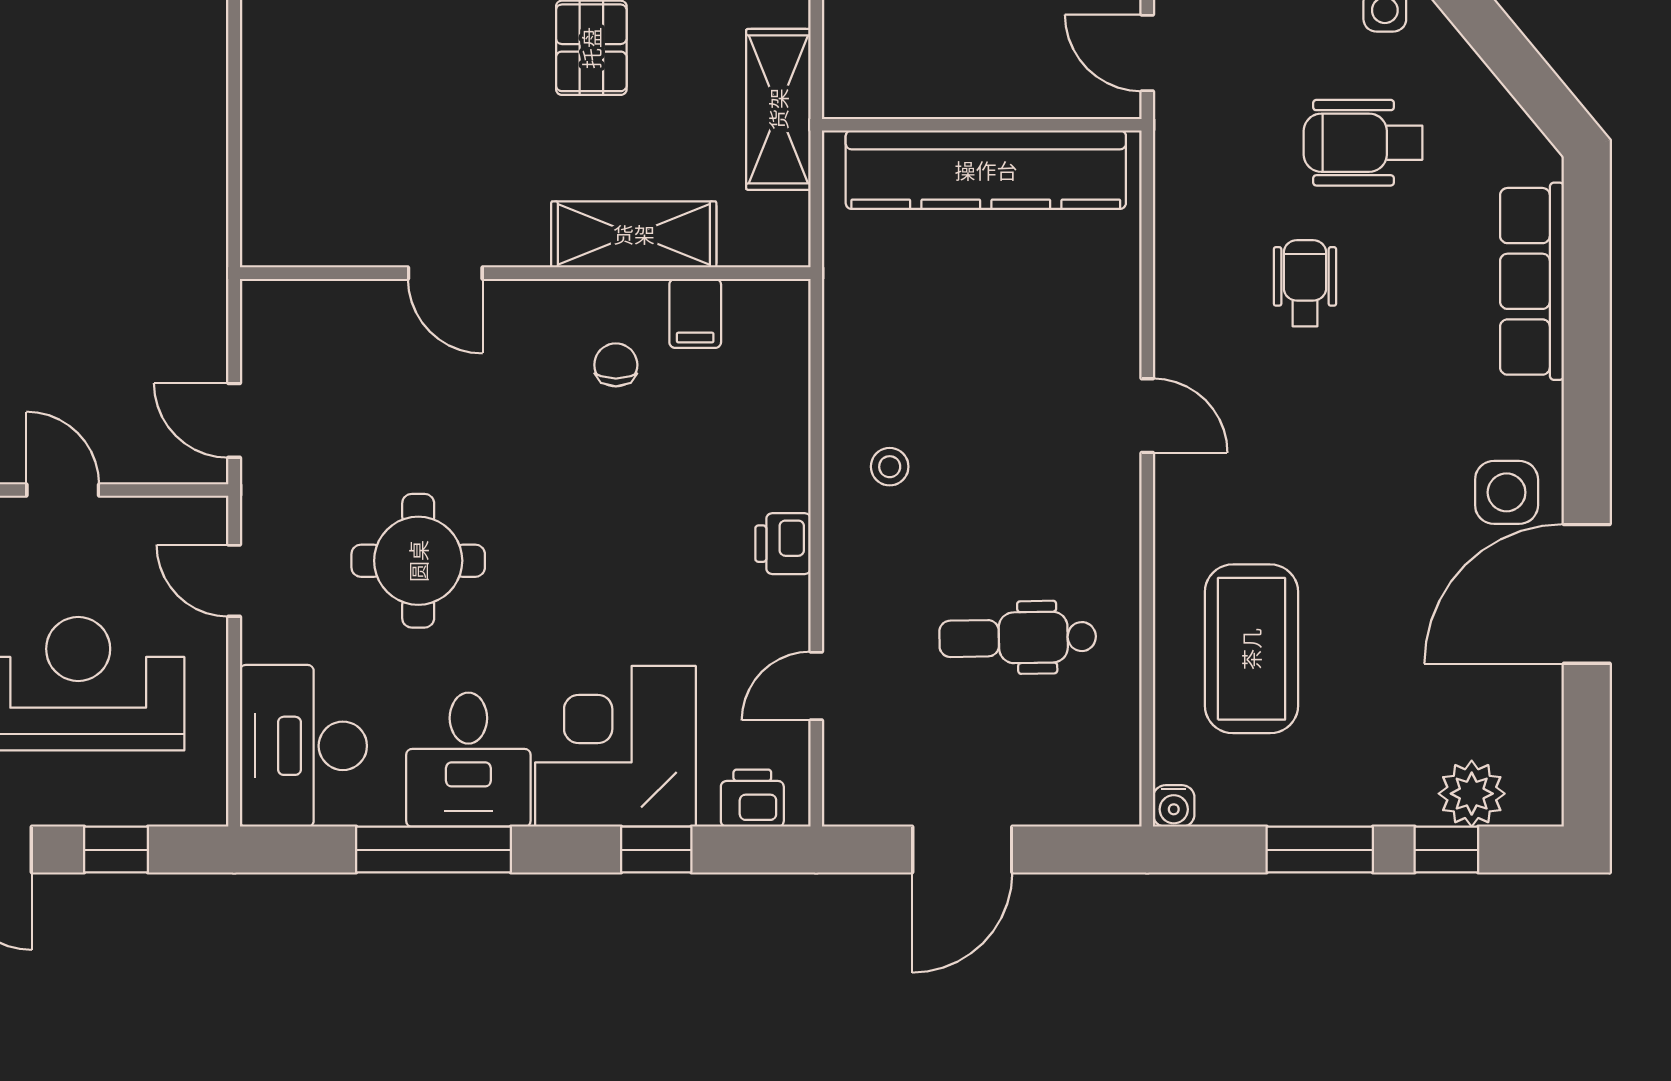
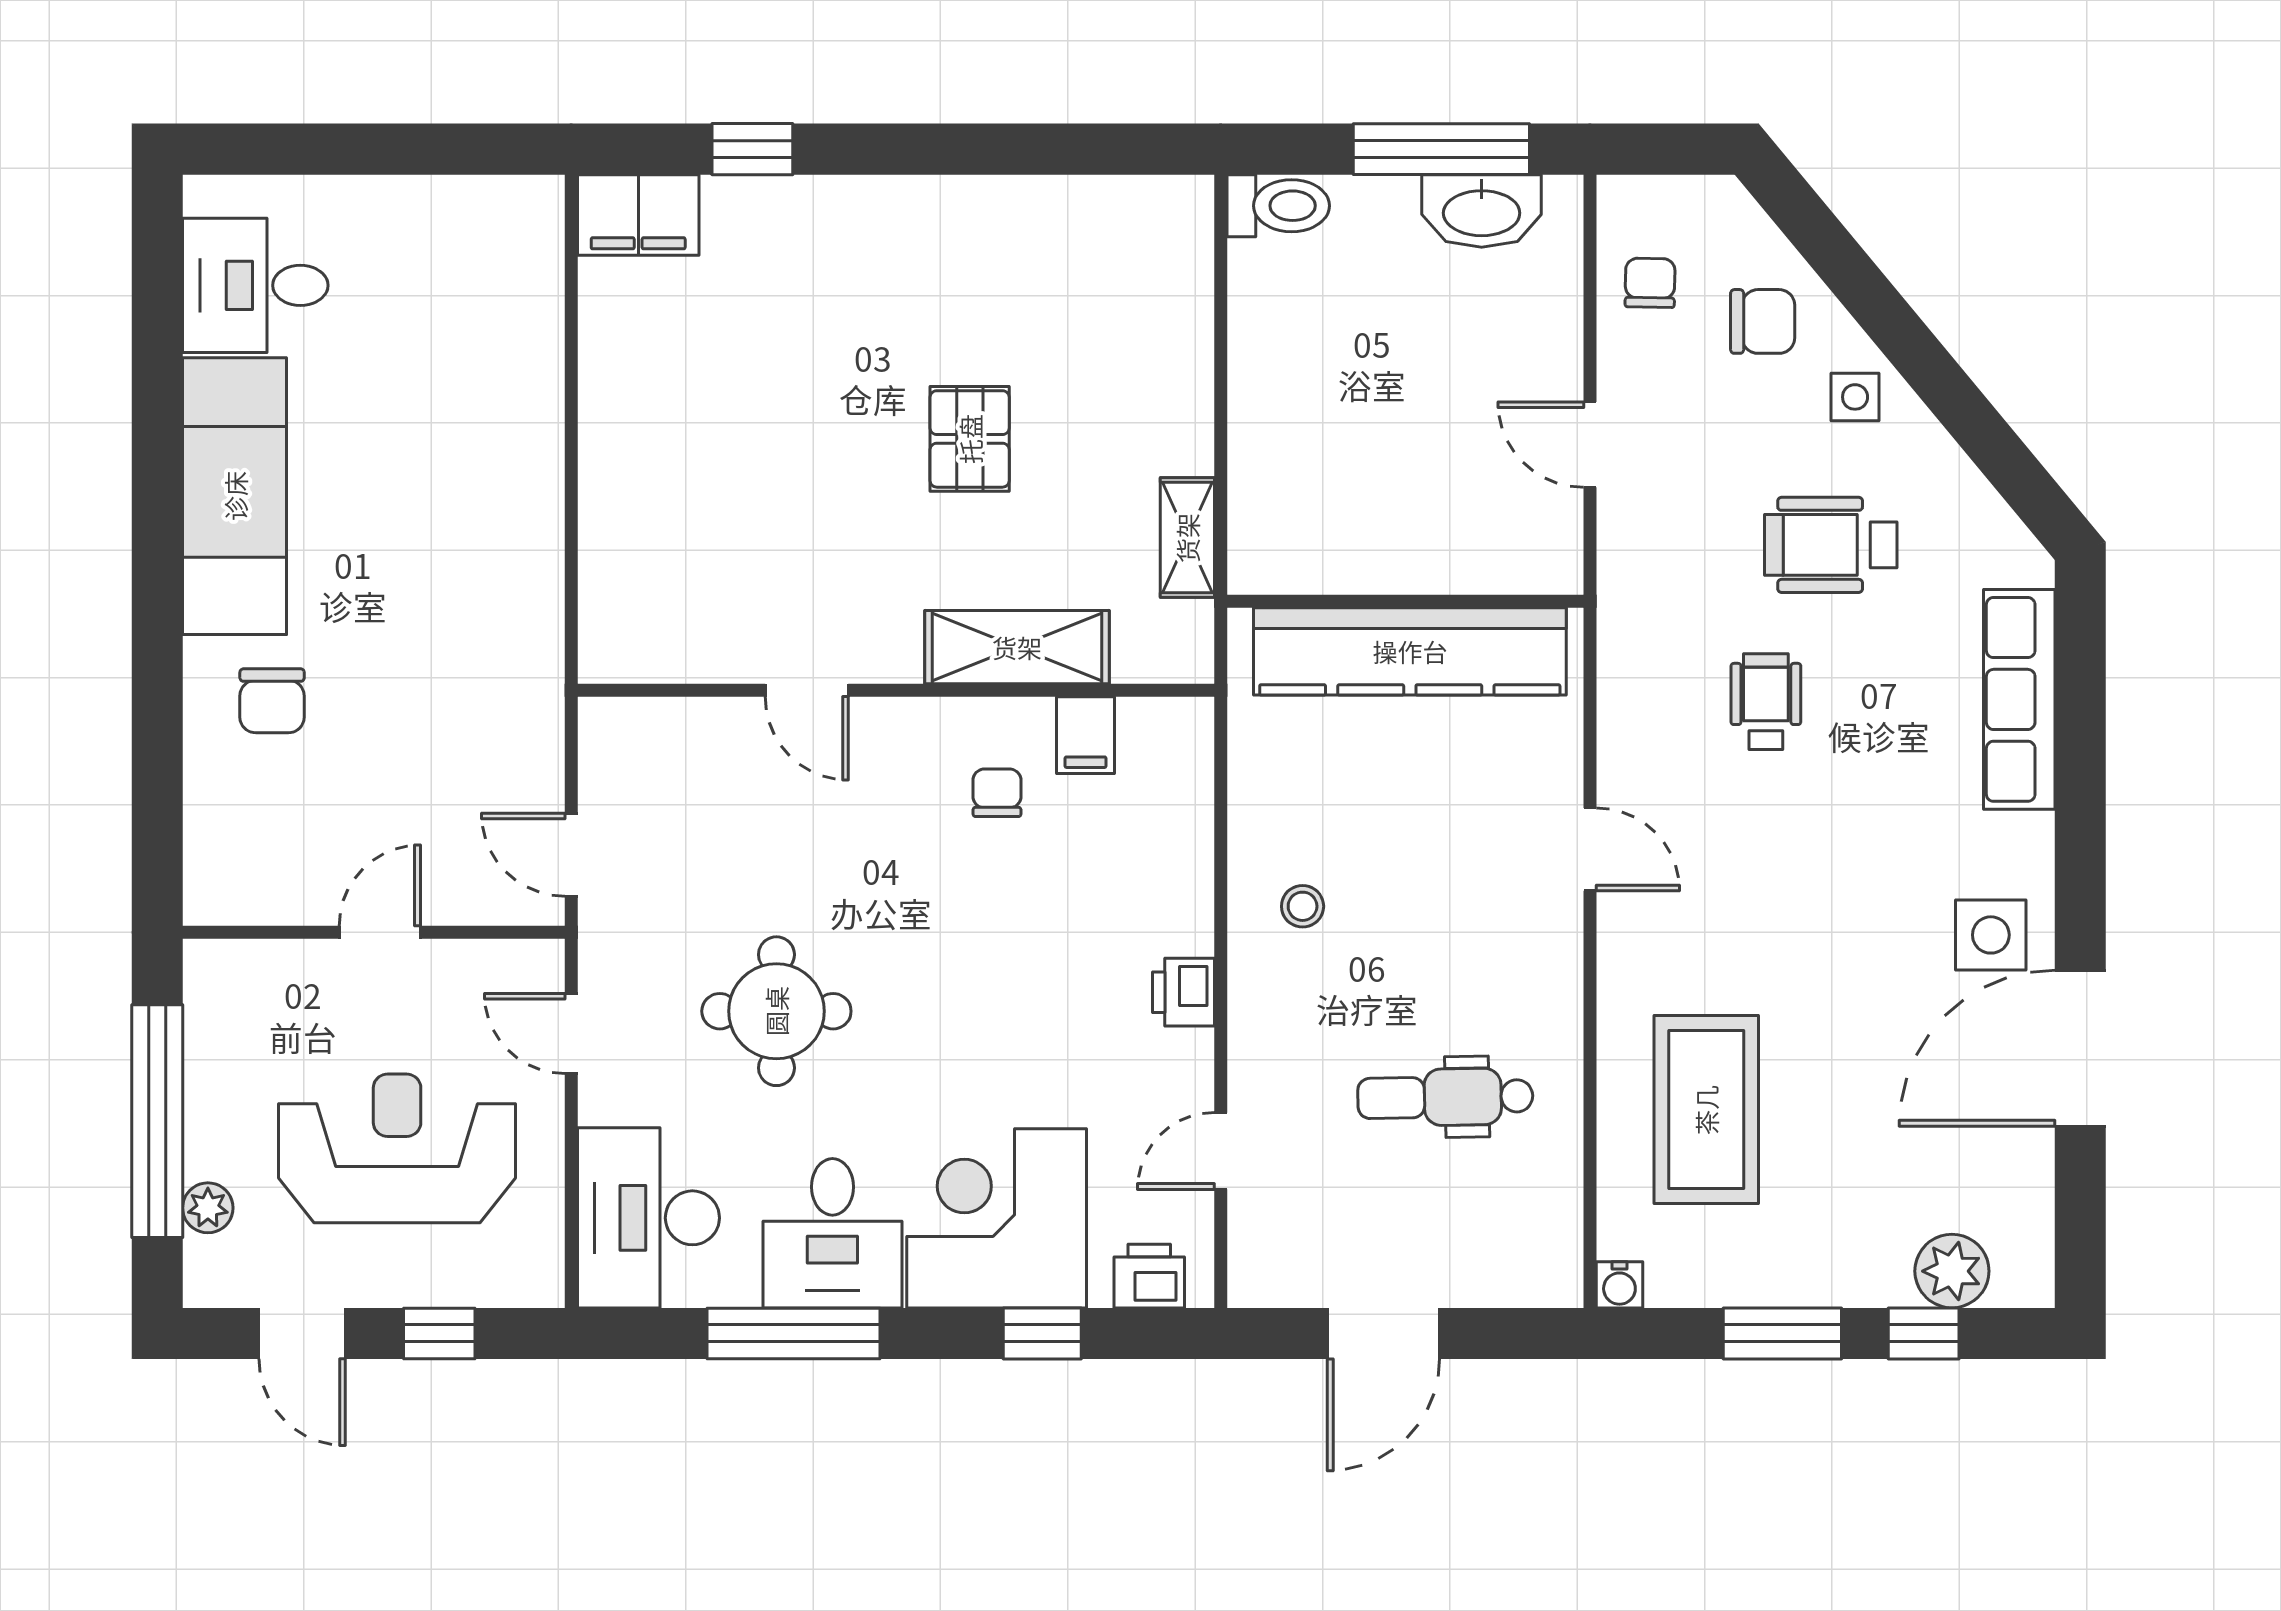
shelving: (778, 109) -> (1187, 538), width x0.67, depth x0.75
wall: (982, 125) -> (1405, 601), moved
kitchen counter: (986, 170) -> (1410, 651), moved
door: (63, 490) -> (380, 932), hinge flipped

